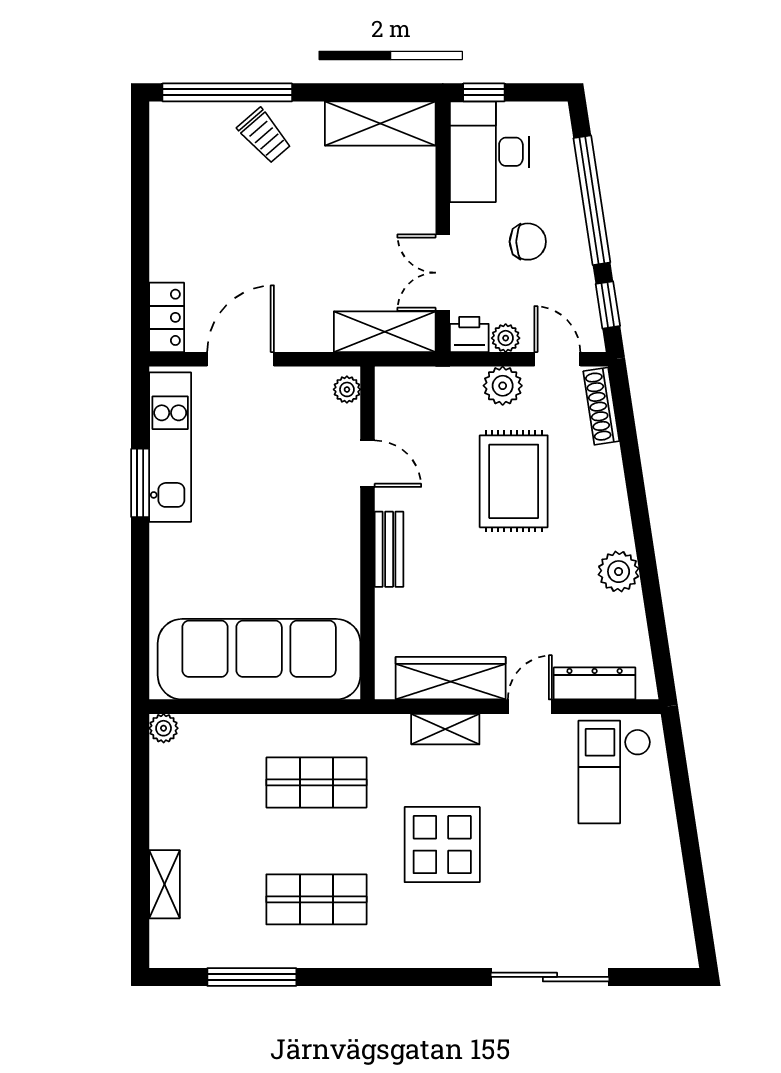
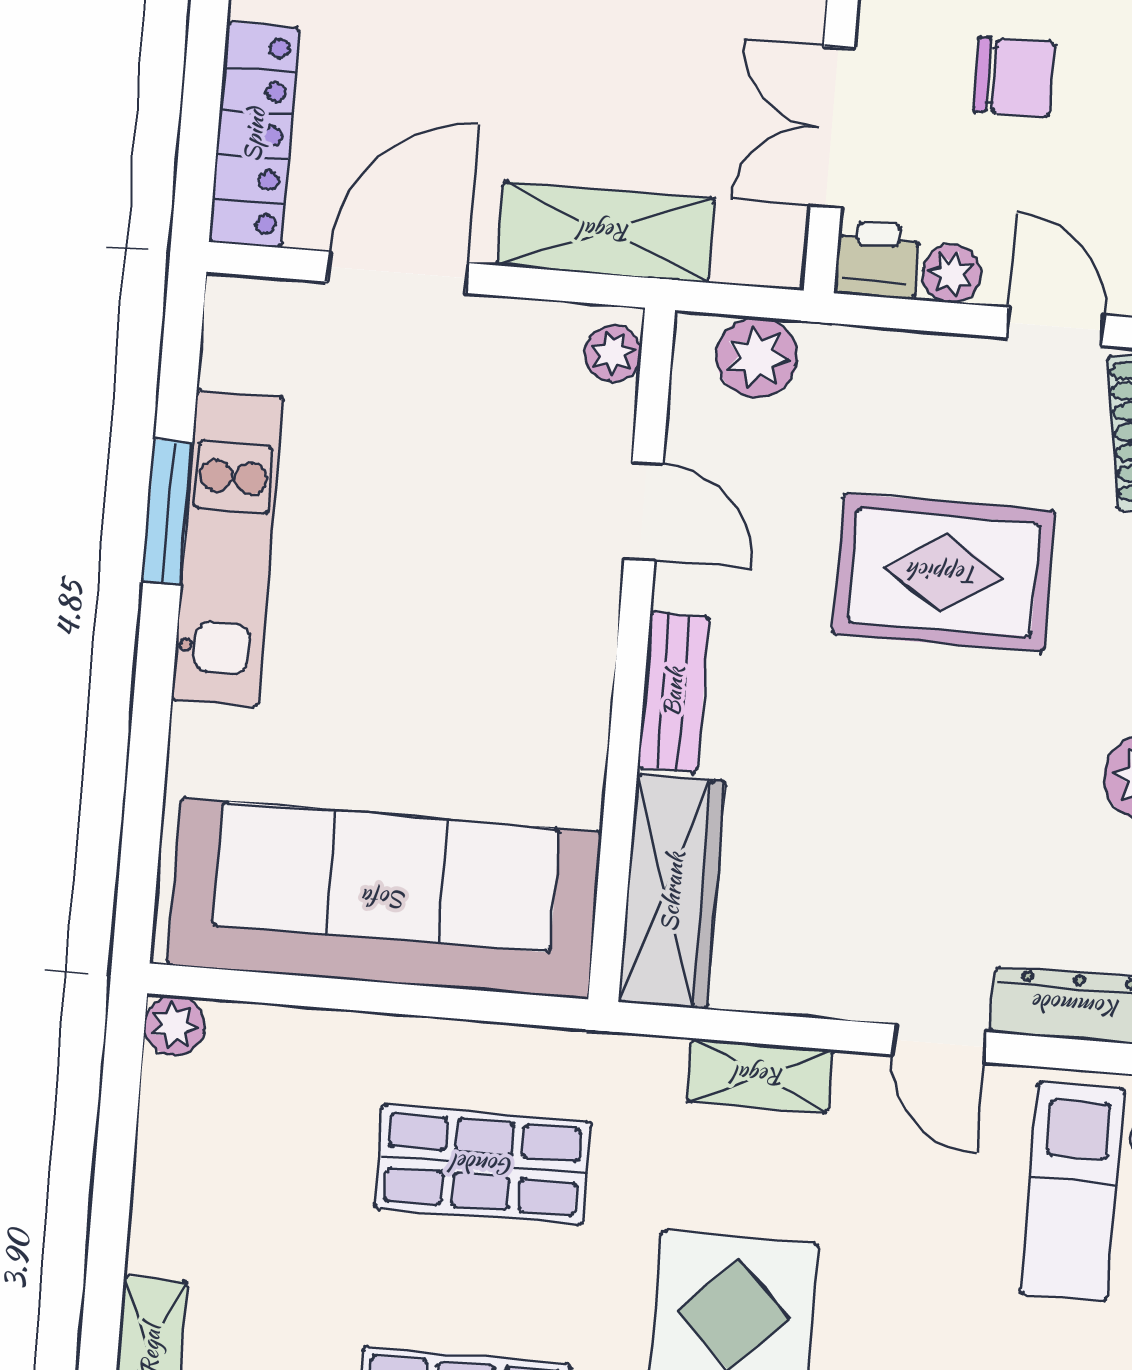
locker: (167, 317) -> (254, 135), width x1.53
shelving: (385, 332) -> (606, 232), moved
plant: (503, 386) -> (757, 357), moved
kitchen unit: (170, 447) -> (228, 548), moved
rug: (514, 481) -> (944, 573), turned 90
wardrobe: (451, 678) -> (672, 892), moved, turned 90
door: (530, 707) -> (939, 1043), swing flipped

